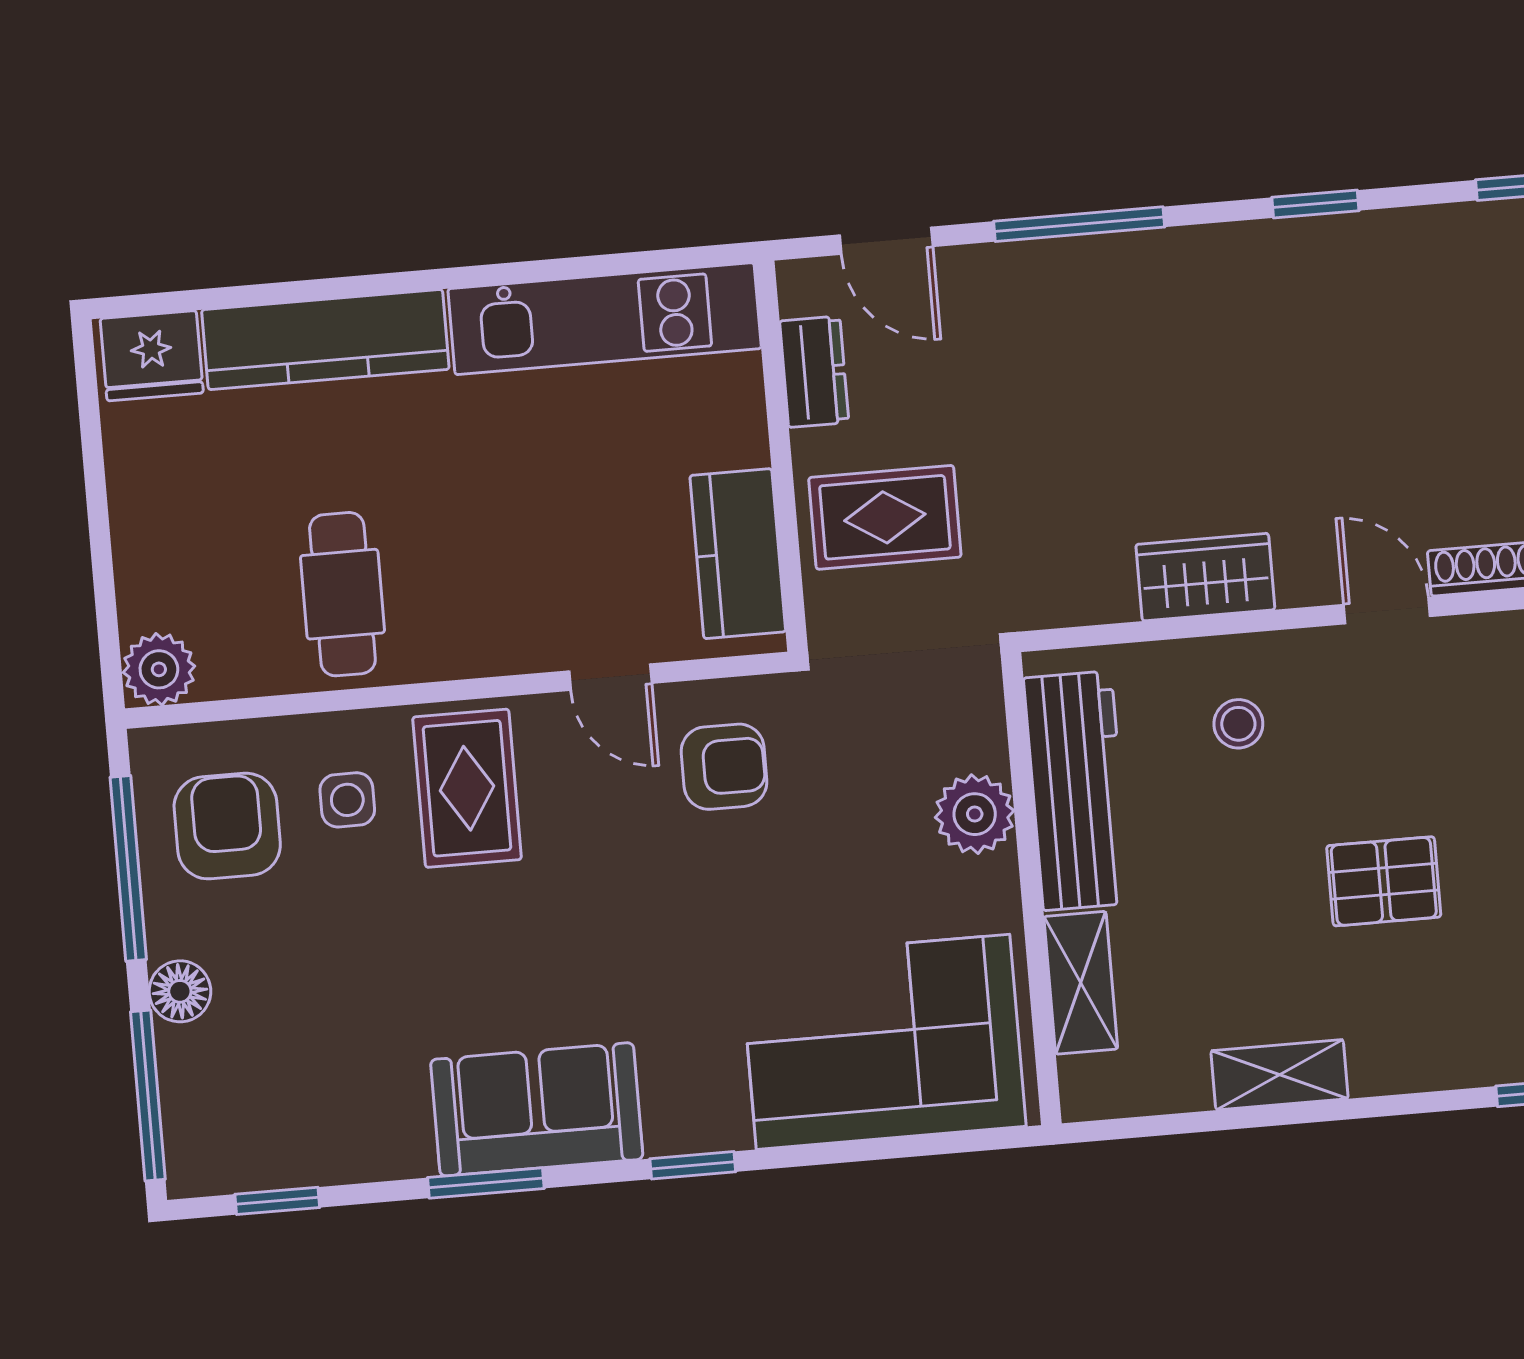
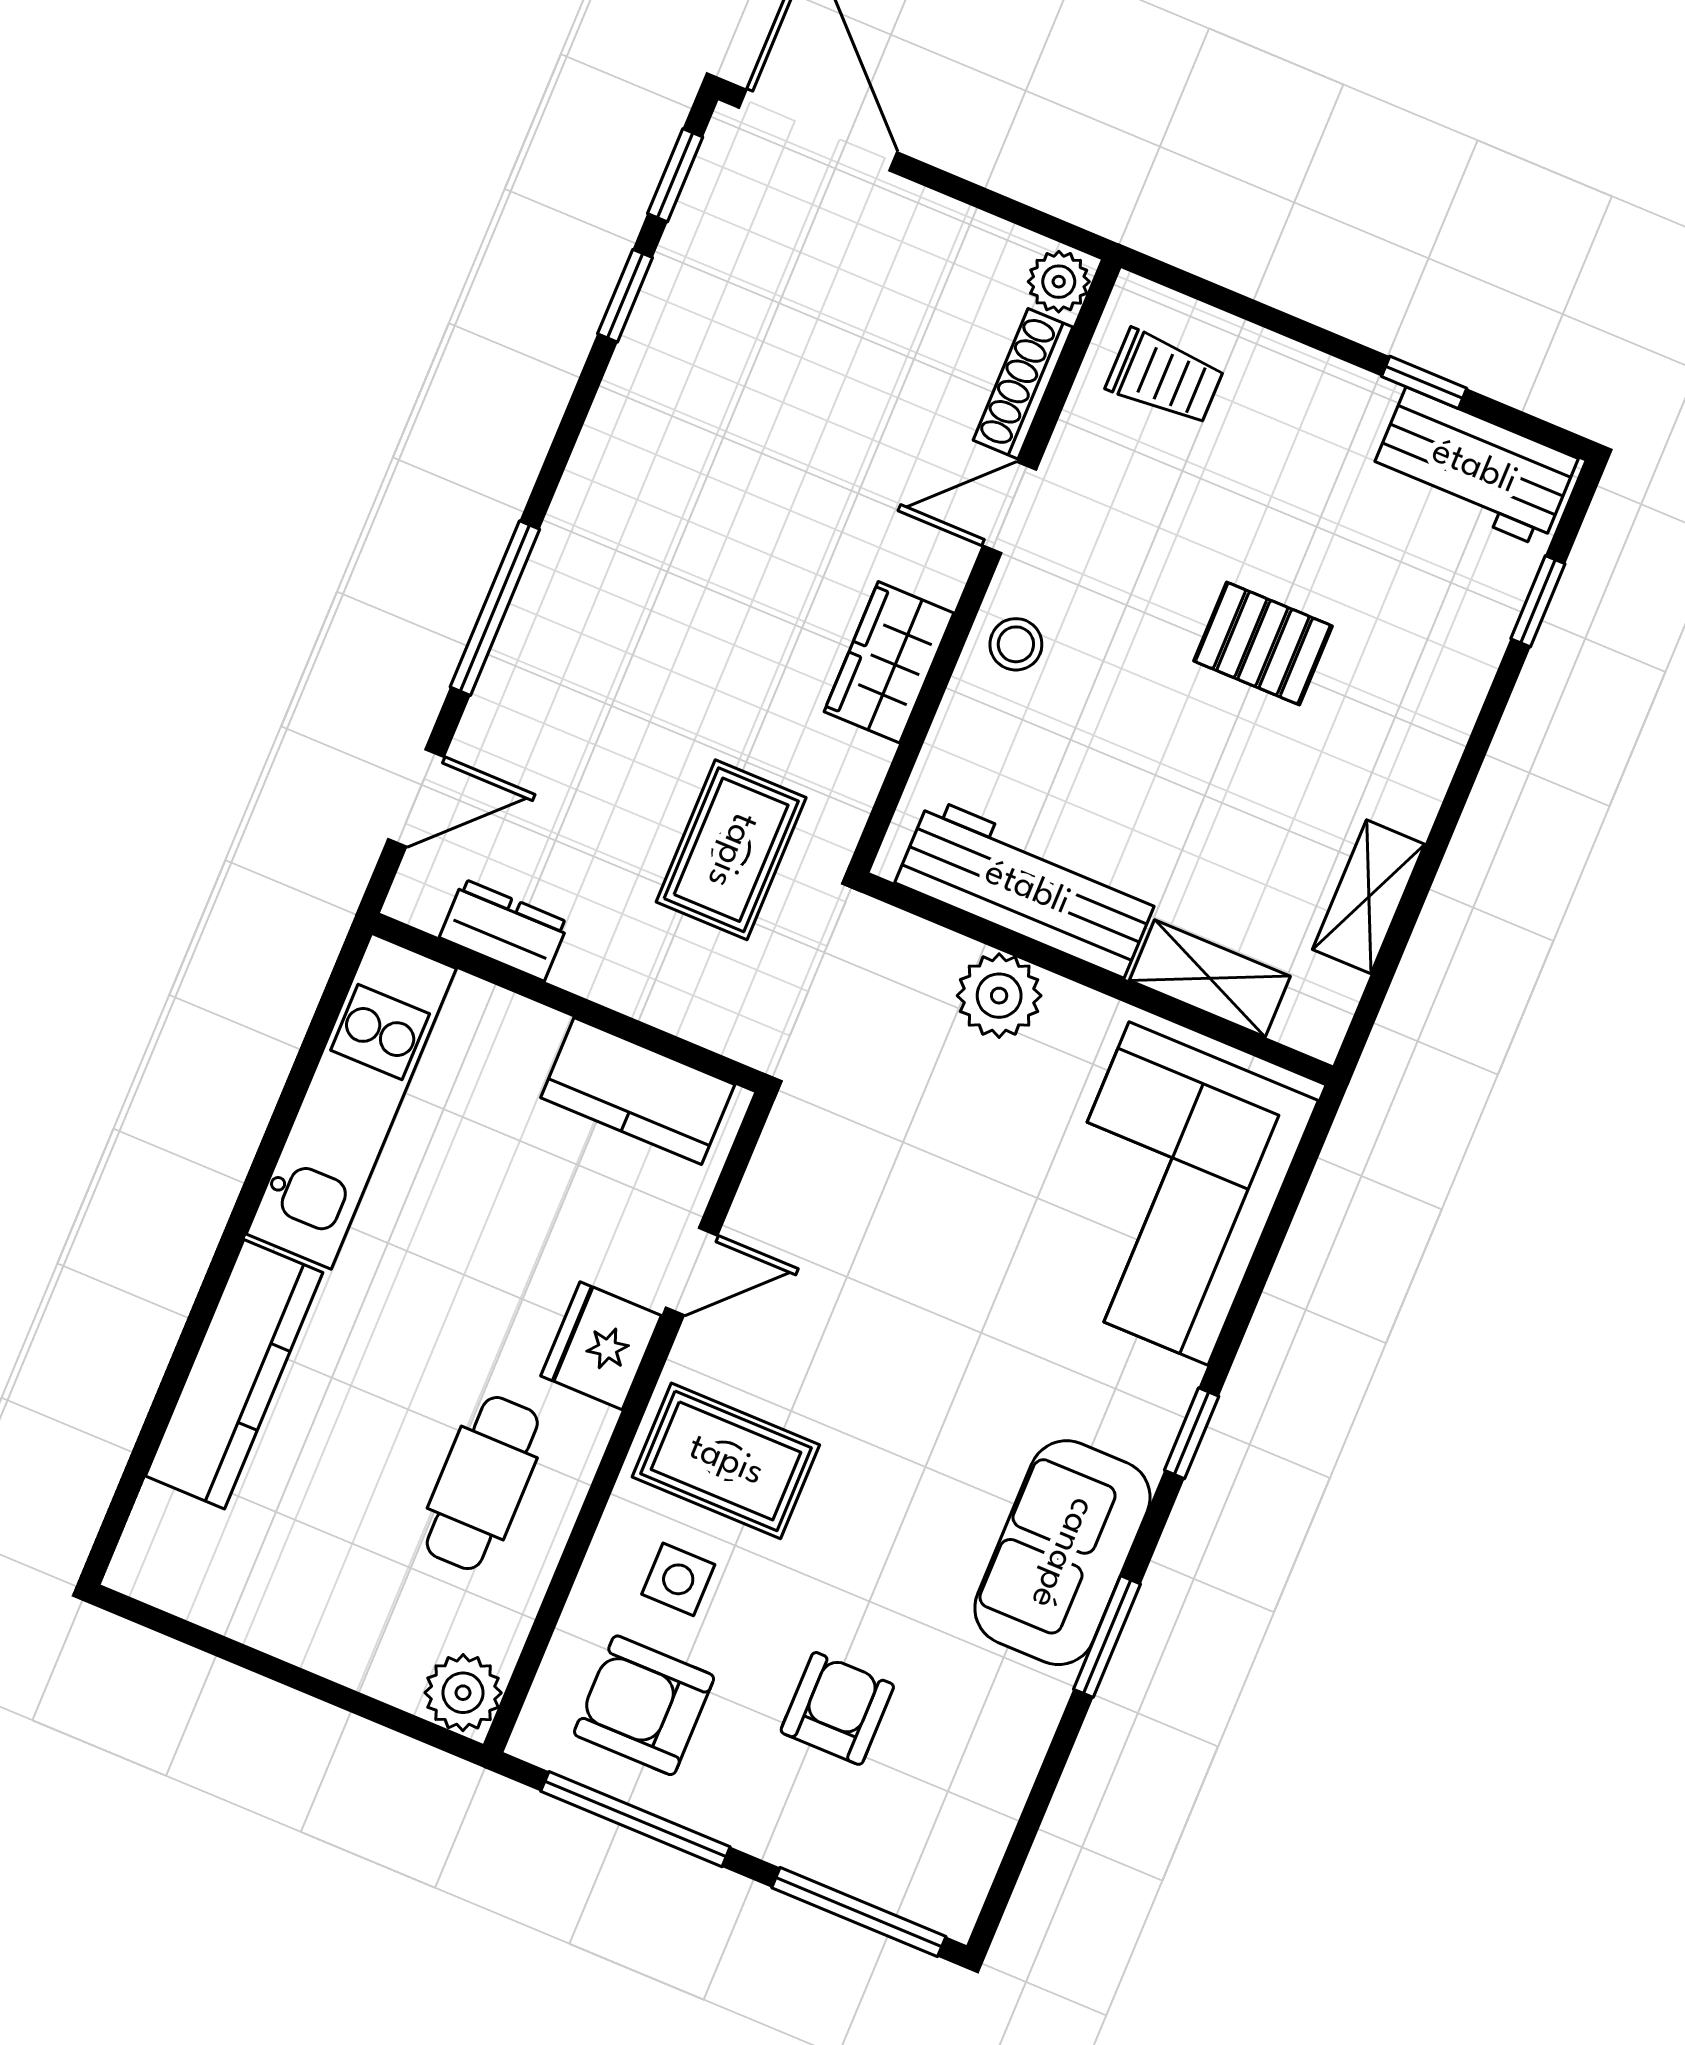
window: (1315, 204) -> (625, 296), moved
fridge: (152, 356) -> (601, 1346), moved, turned 180
rug: (885, 517) -> (731, 850), moved
cafe table: (342, 594) -> (482, 1483), turned 90
stool: (1238, 724) -> (1016, 644), moved
armchair: (724, 767) -> (837, 1708), moved
pallet: (1384, 881) -> (1263, 643), turned 90
floor lamp: (180, 991) -> (776, 1831), removed
shelving: (1280, 1075) -> (1369, 897), moved
window: (277, 1201) -> (1021, 1842), removed

